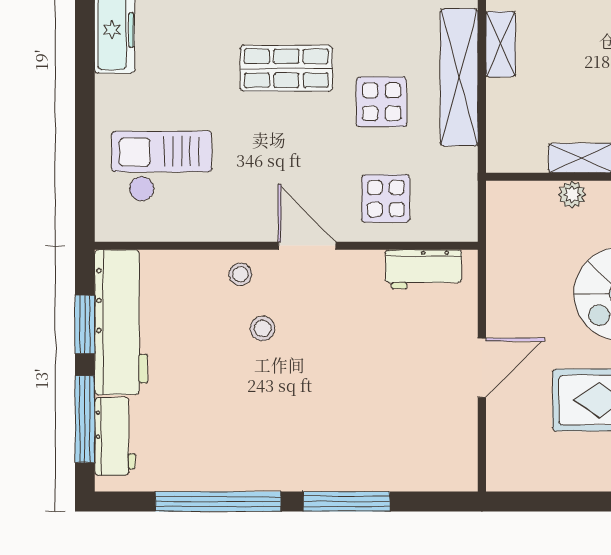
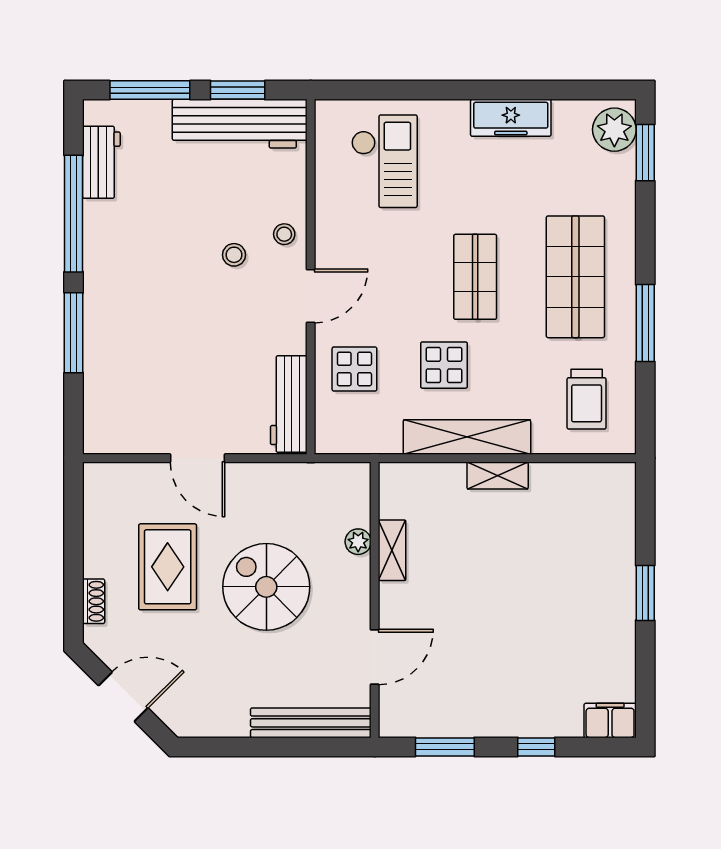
workbench: (424, 269) -> (289, 404), width x1.38
workbench: (115, 436) -> (101, 162), moved, turned -90

